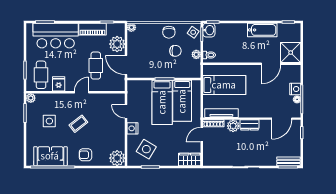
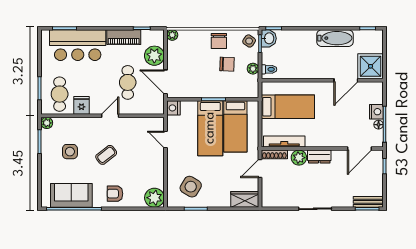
nightstand: (132, 128) -> (173, 108), moved

